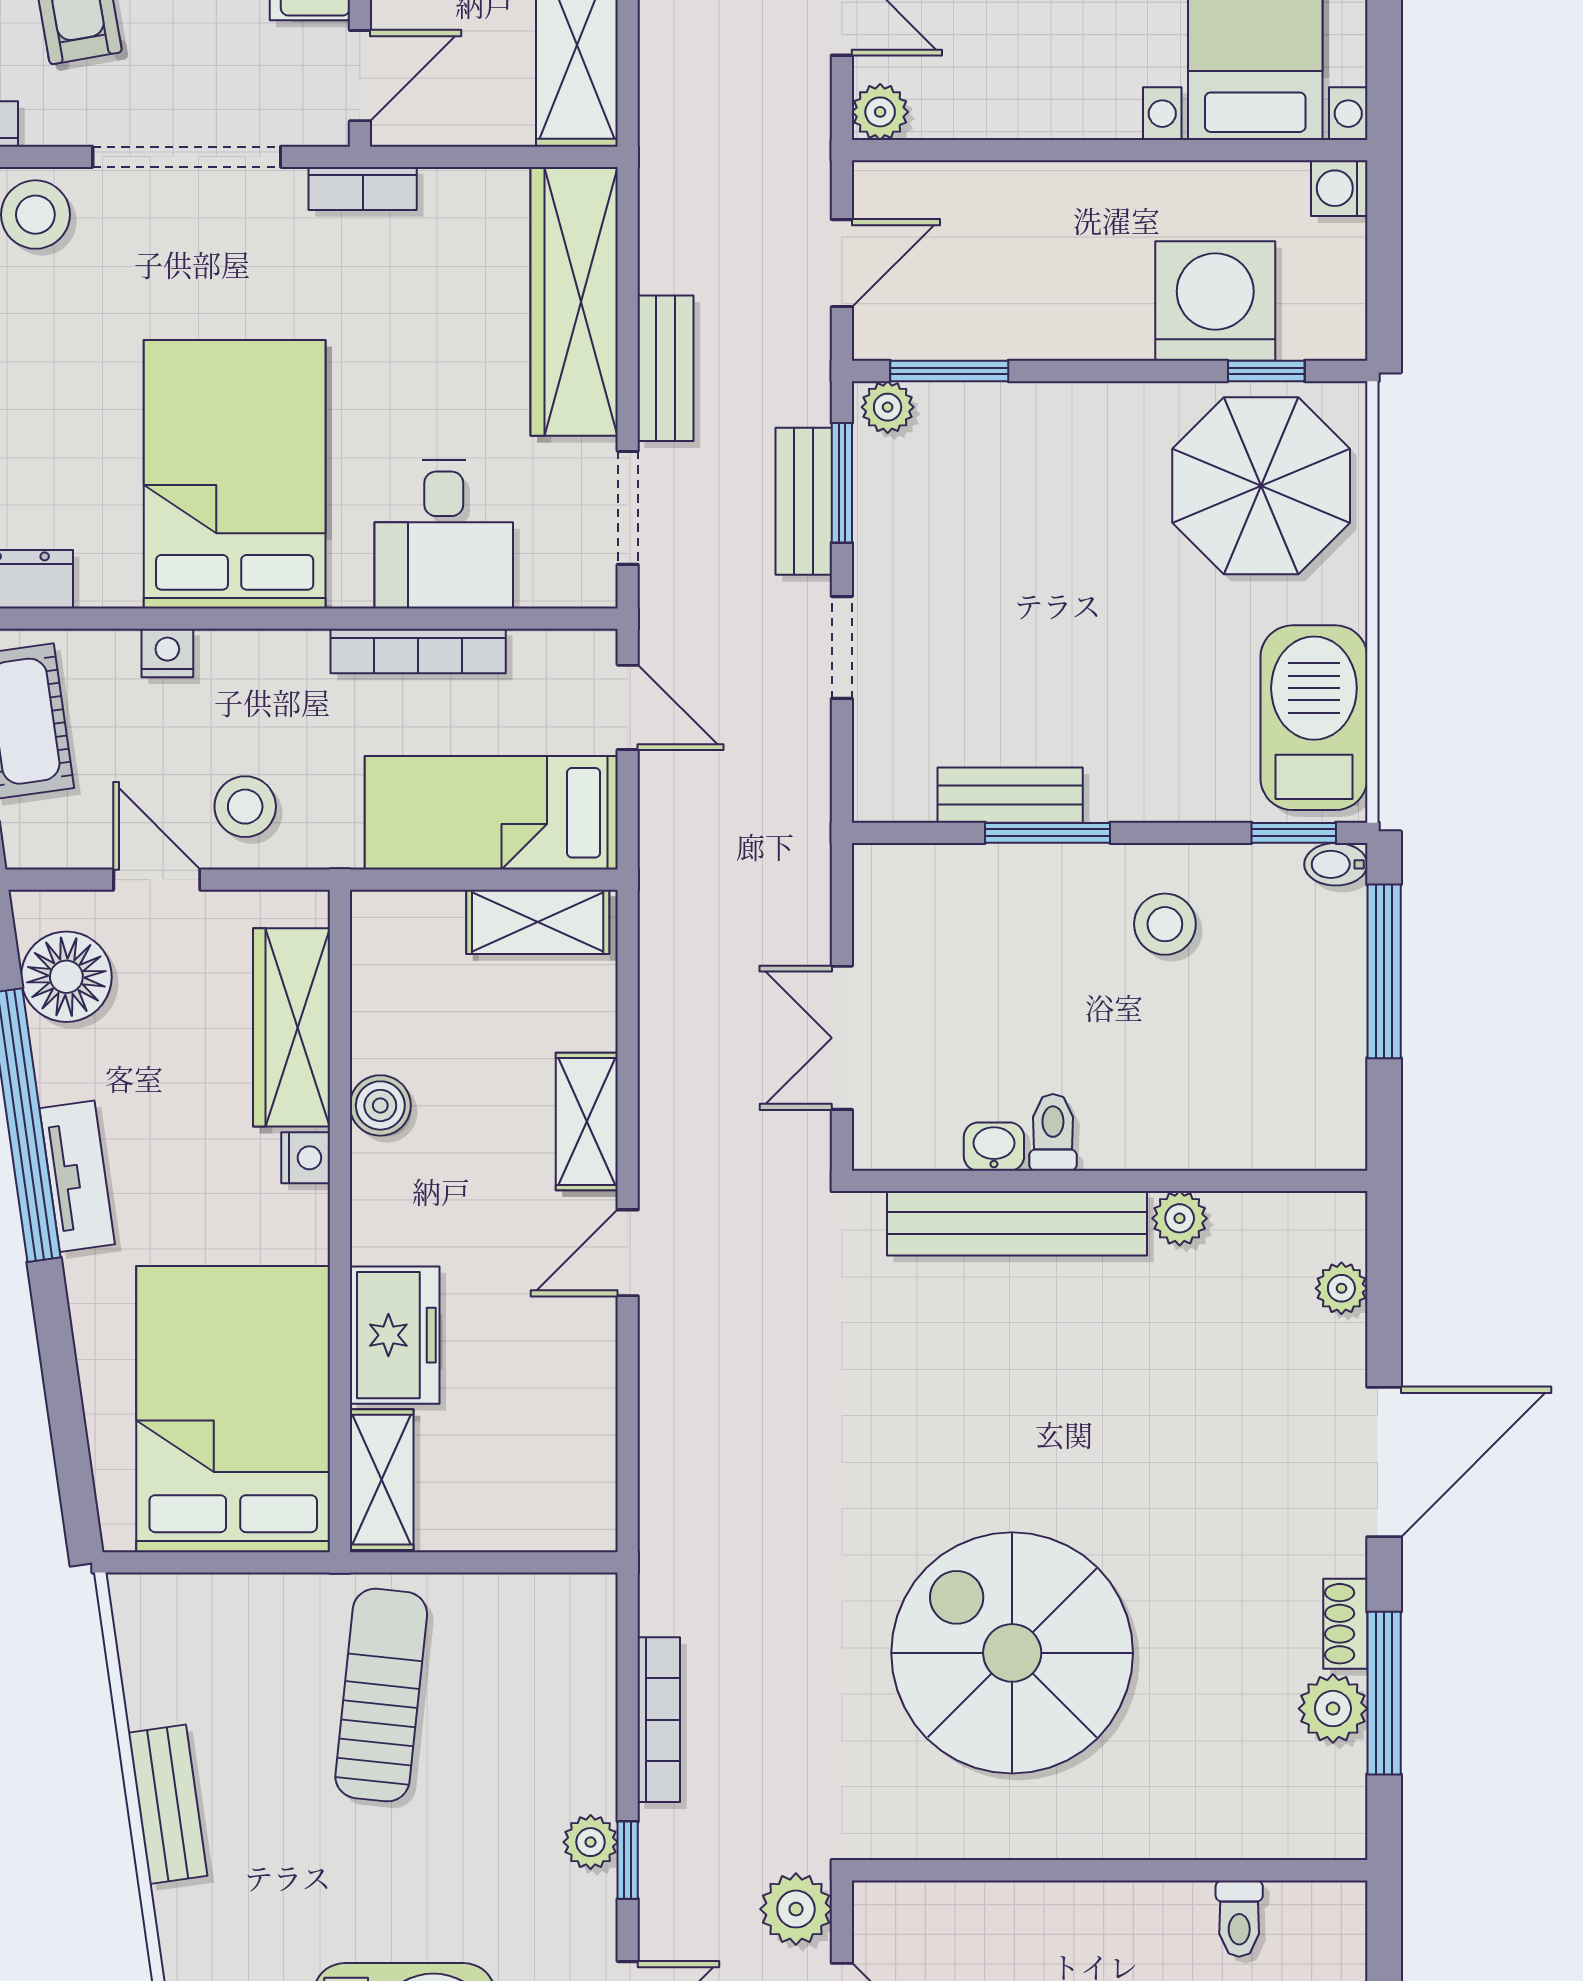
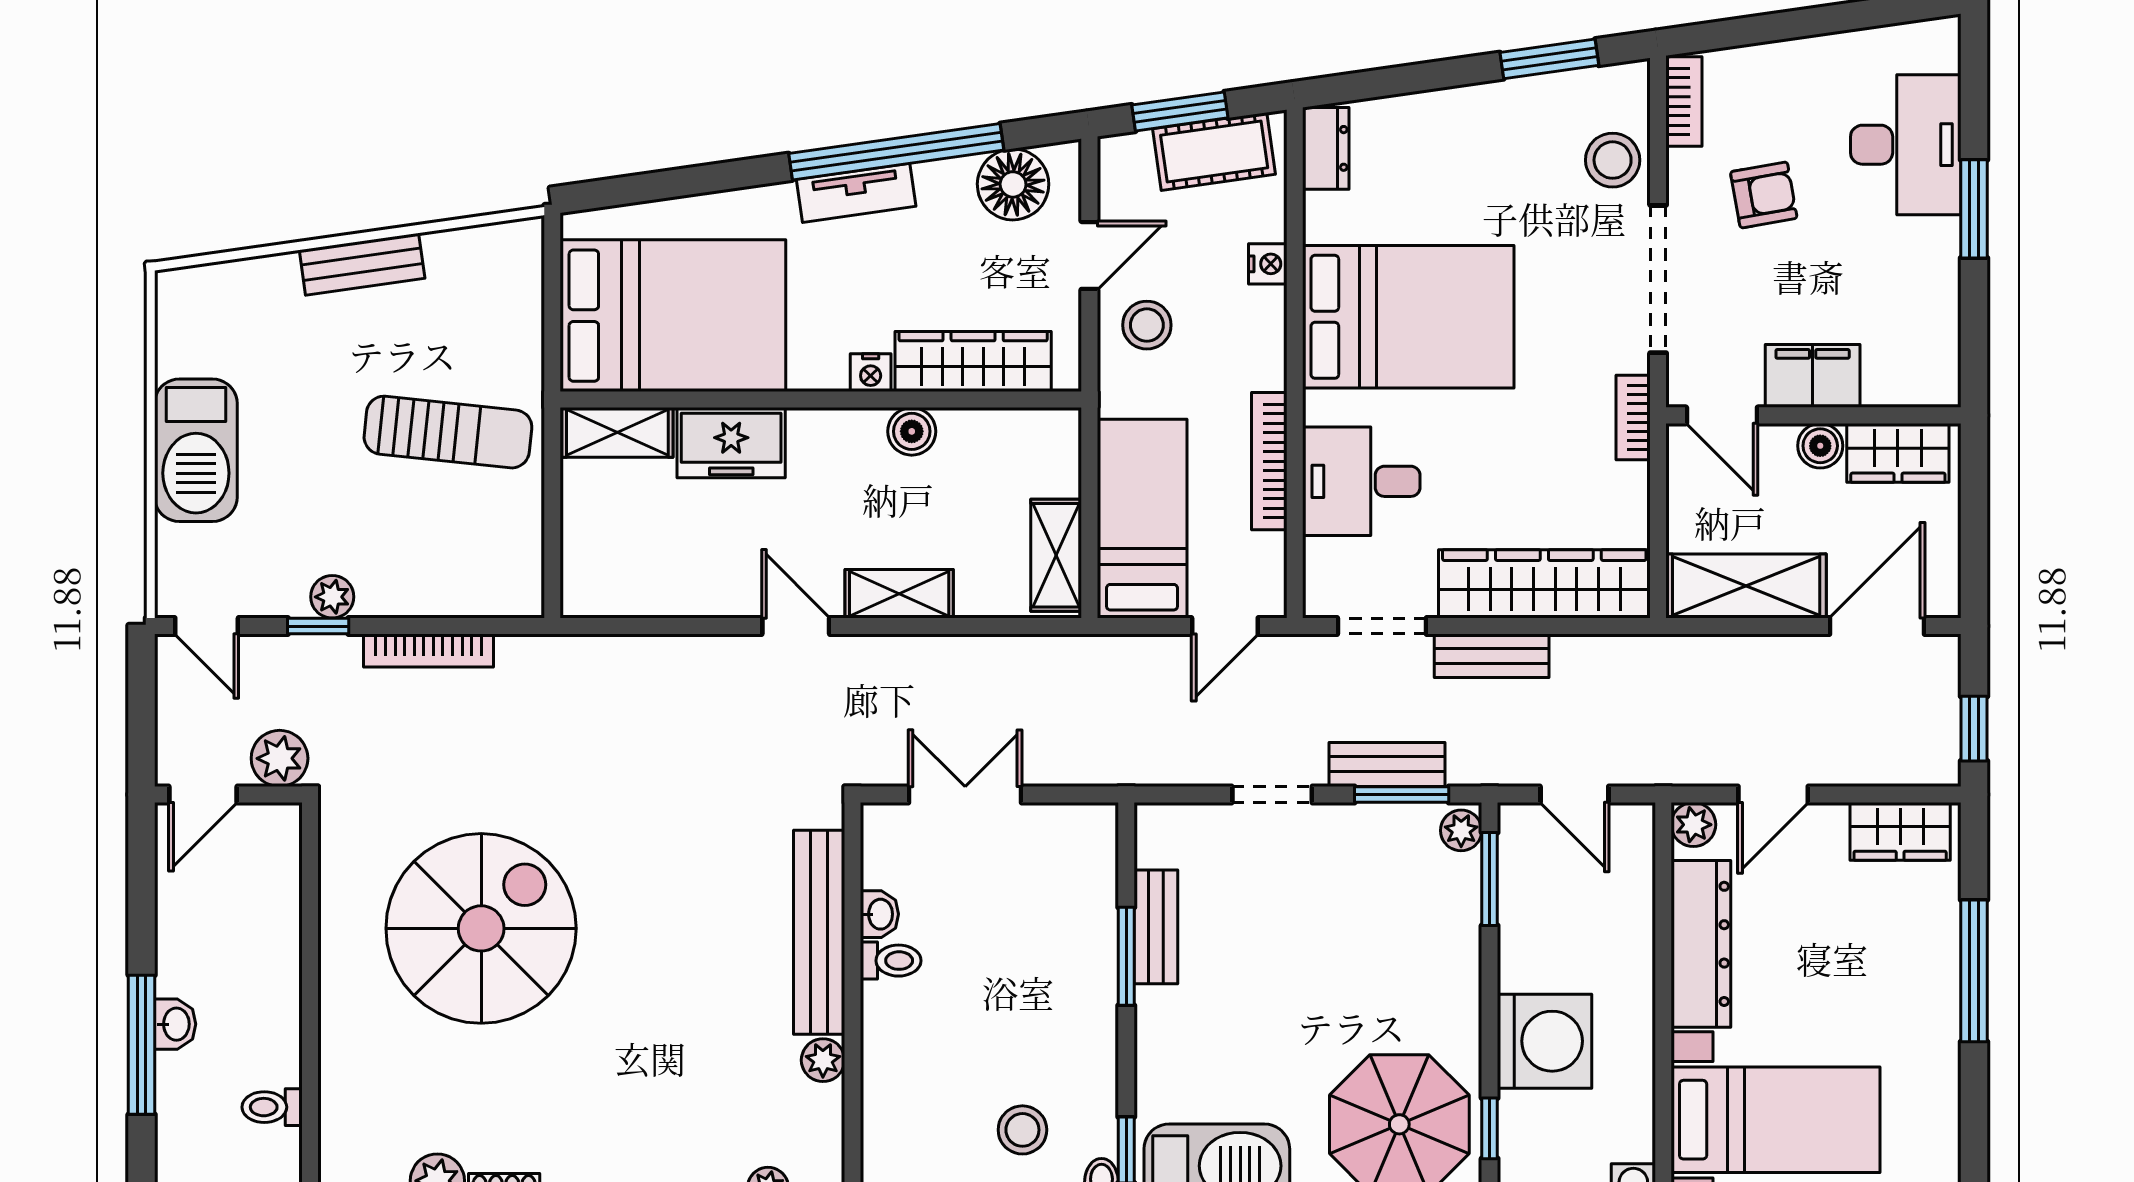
dresser: (1032, 102) -> (1701, 944), added
washing machine: (1215, 301) -> (1545, 1041), moved
stool: (1165, 924) -> (1022, 1130), moved

